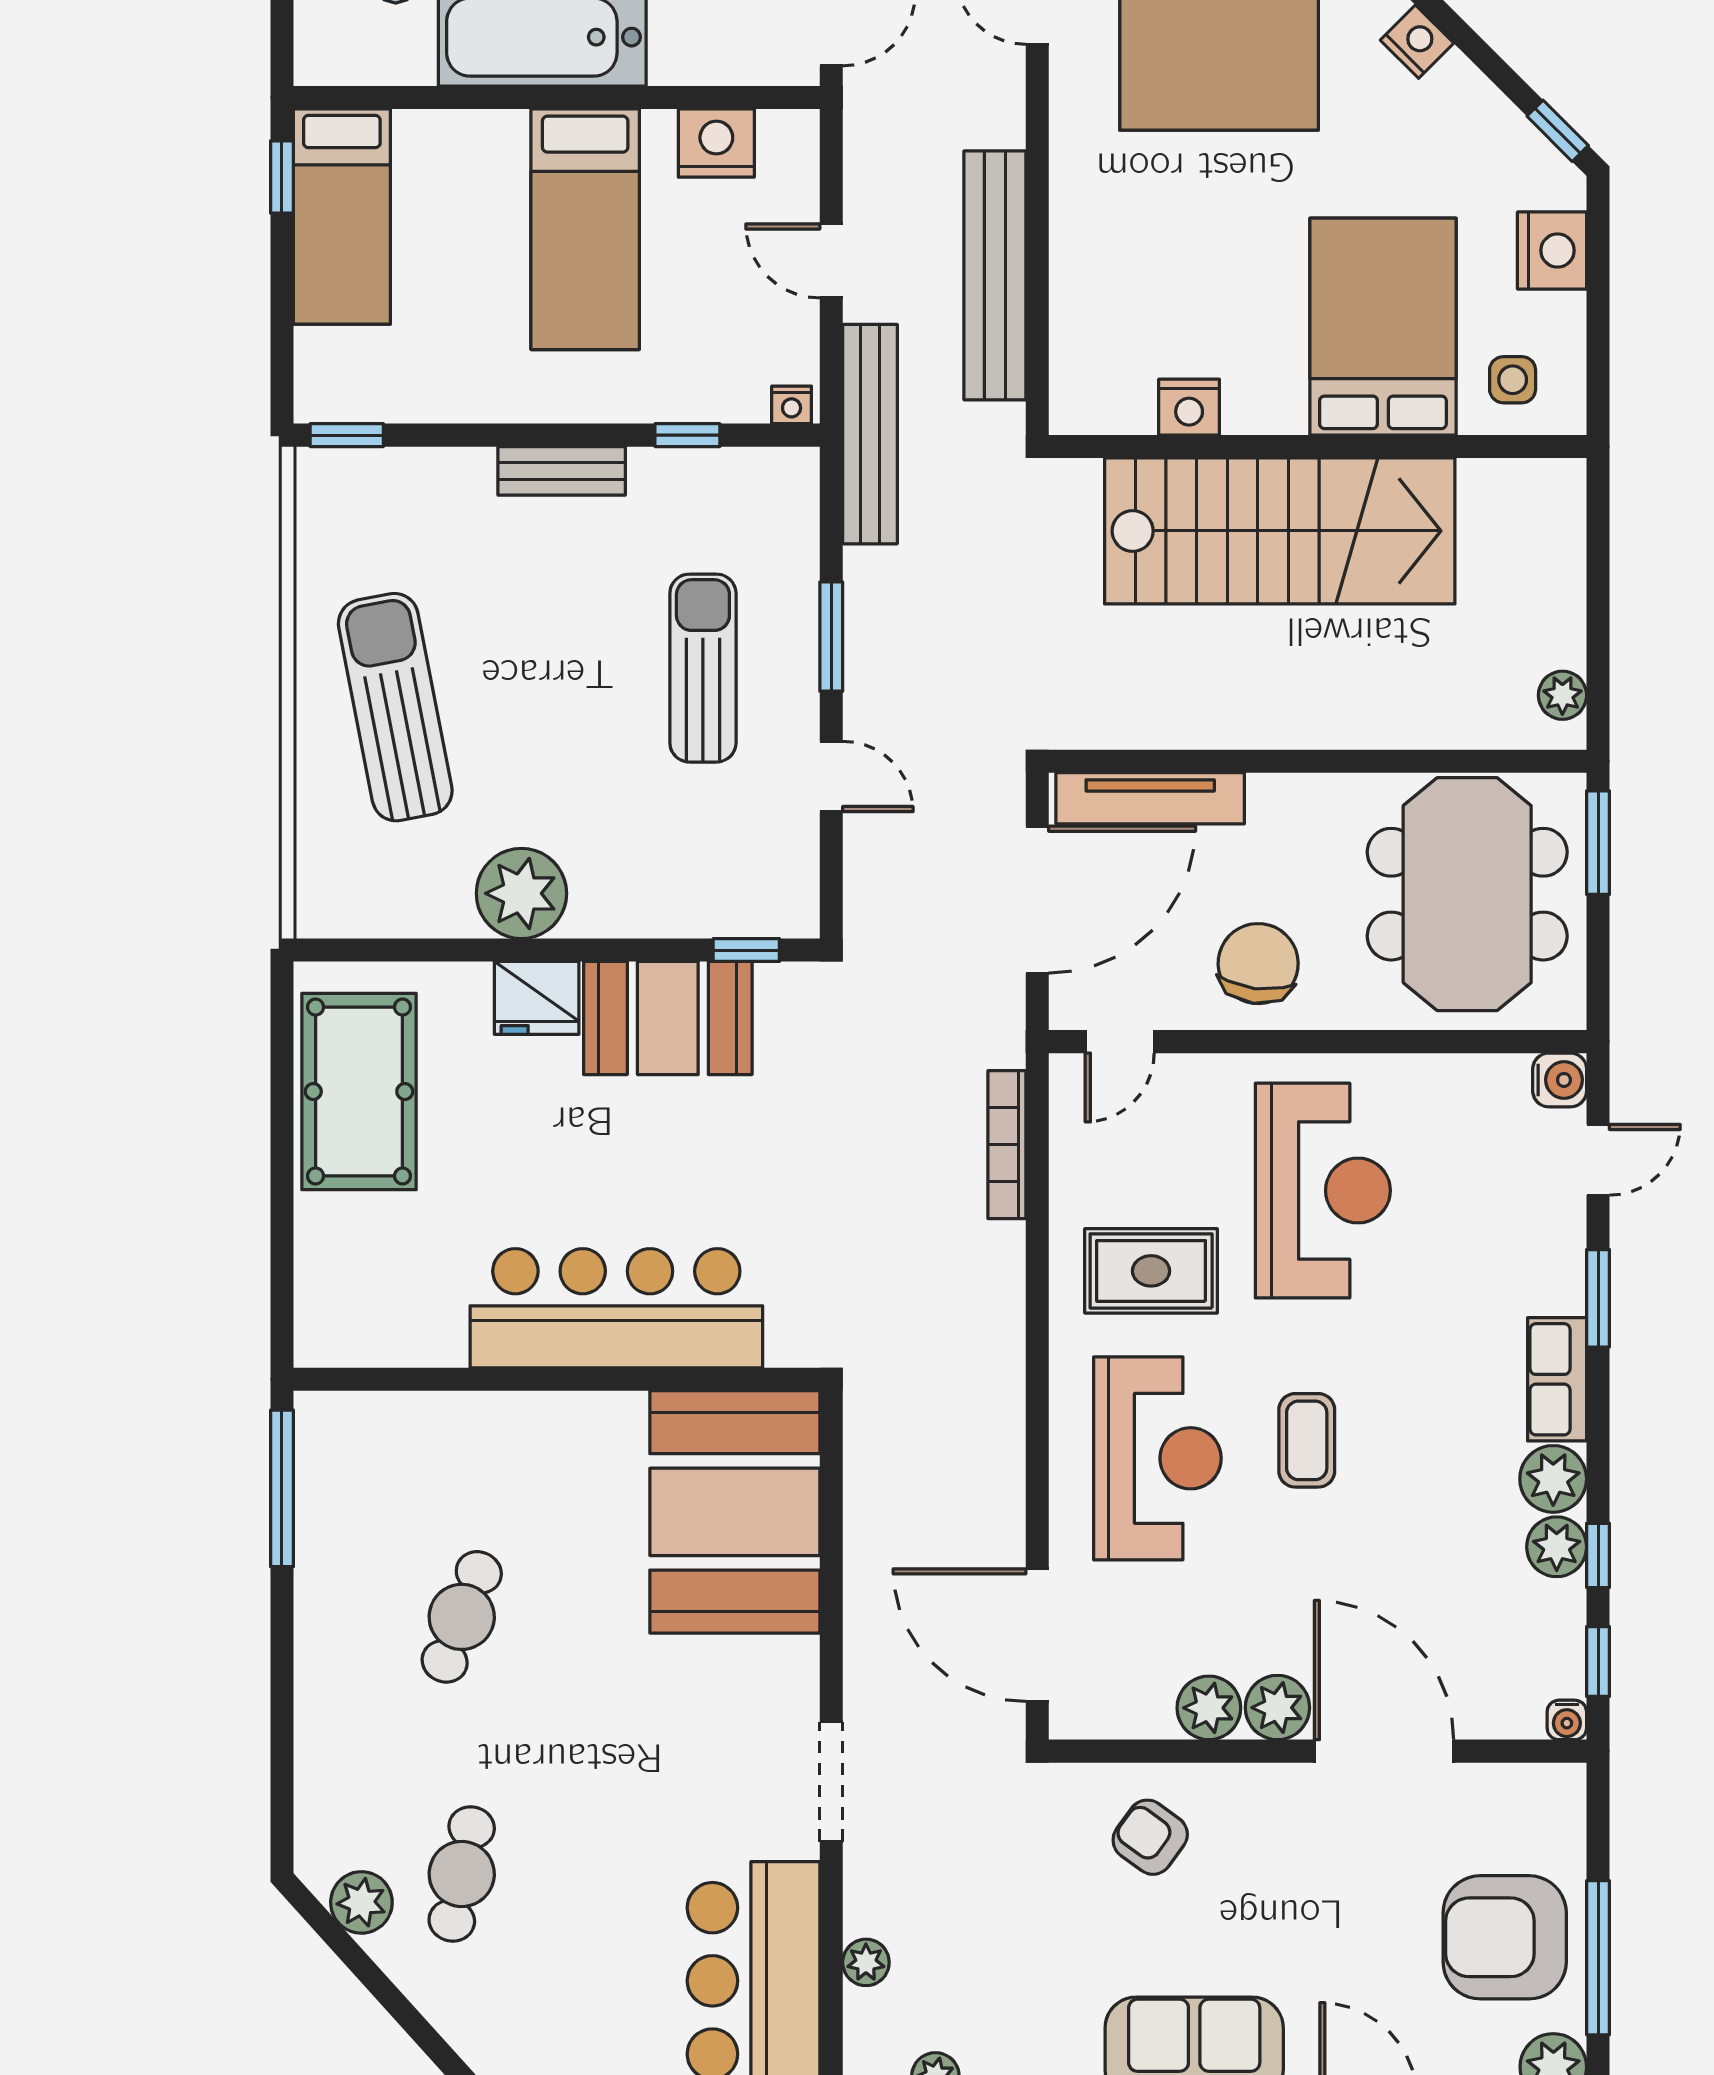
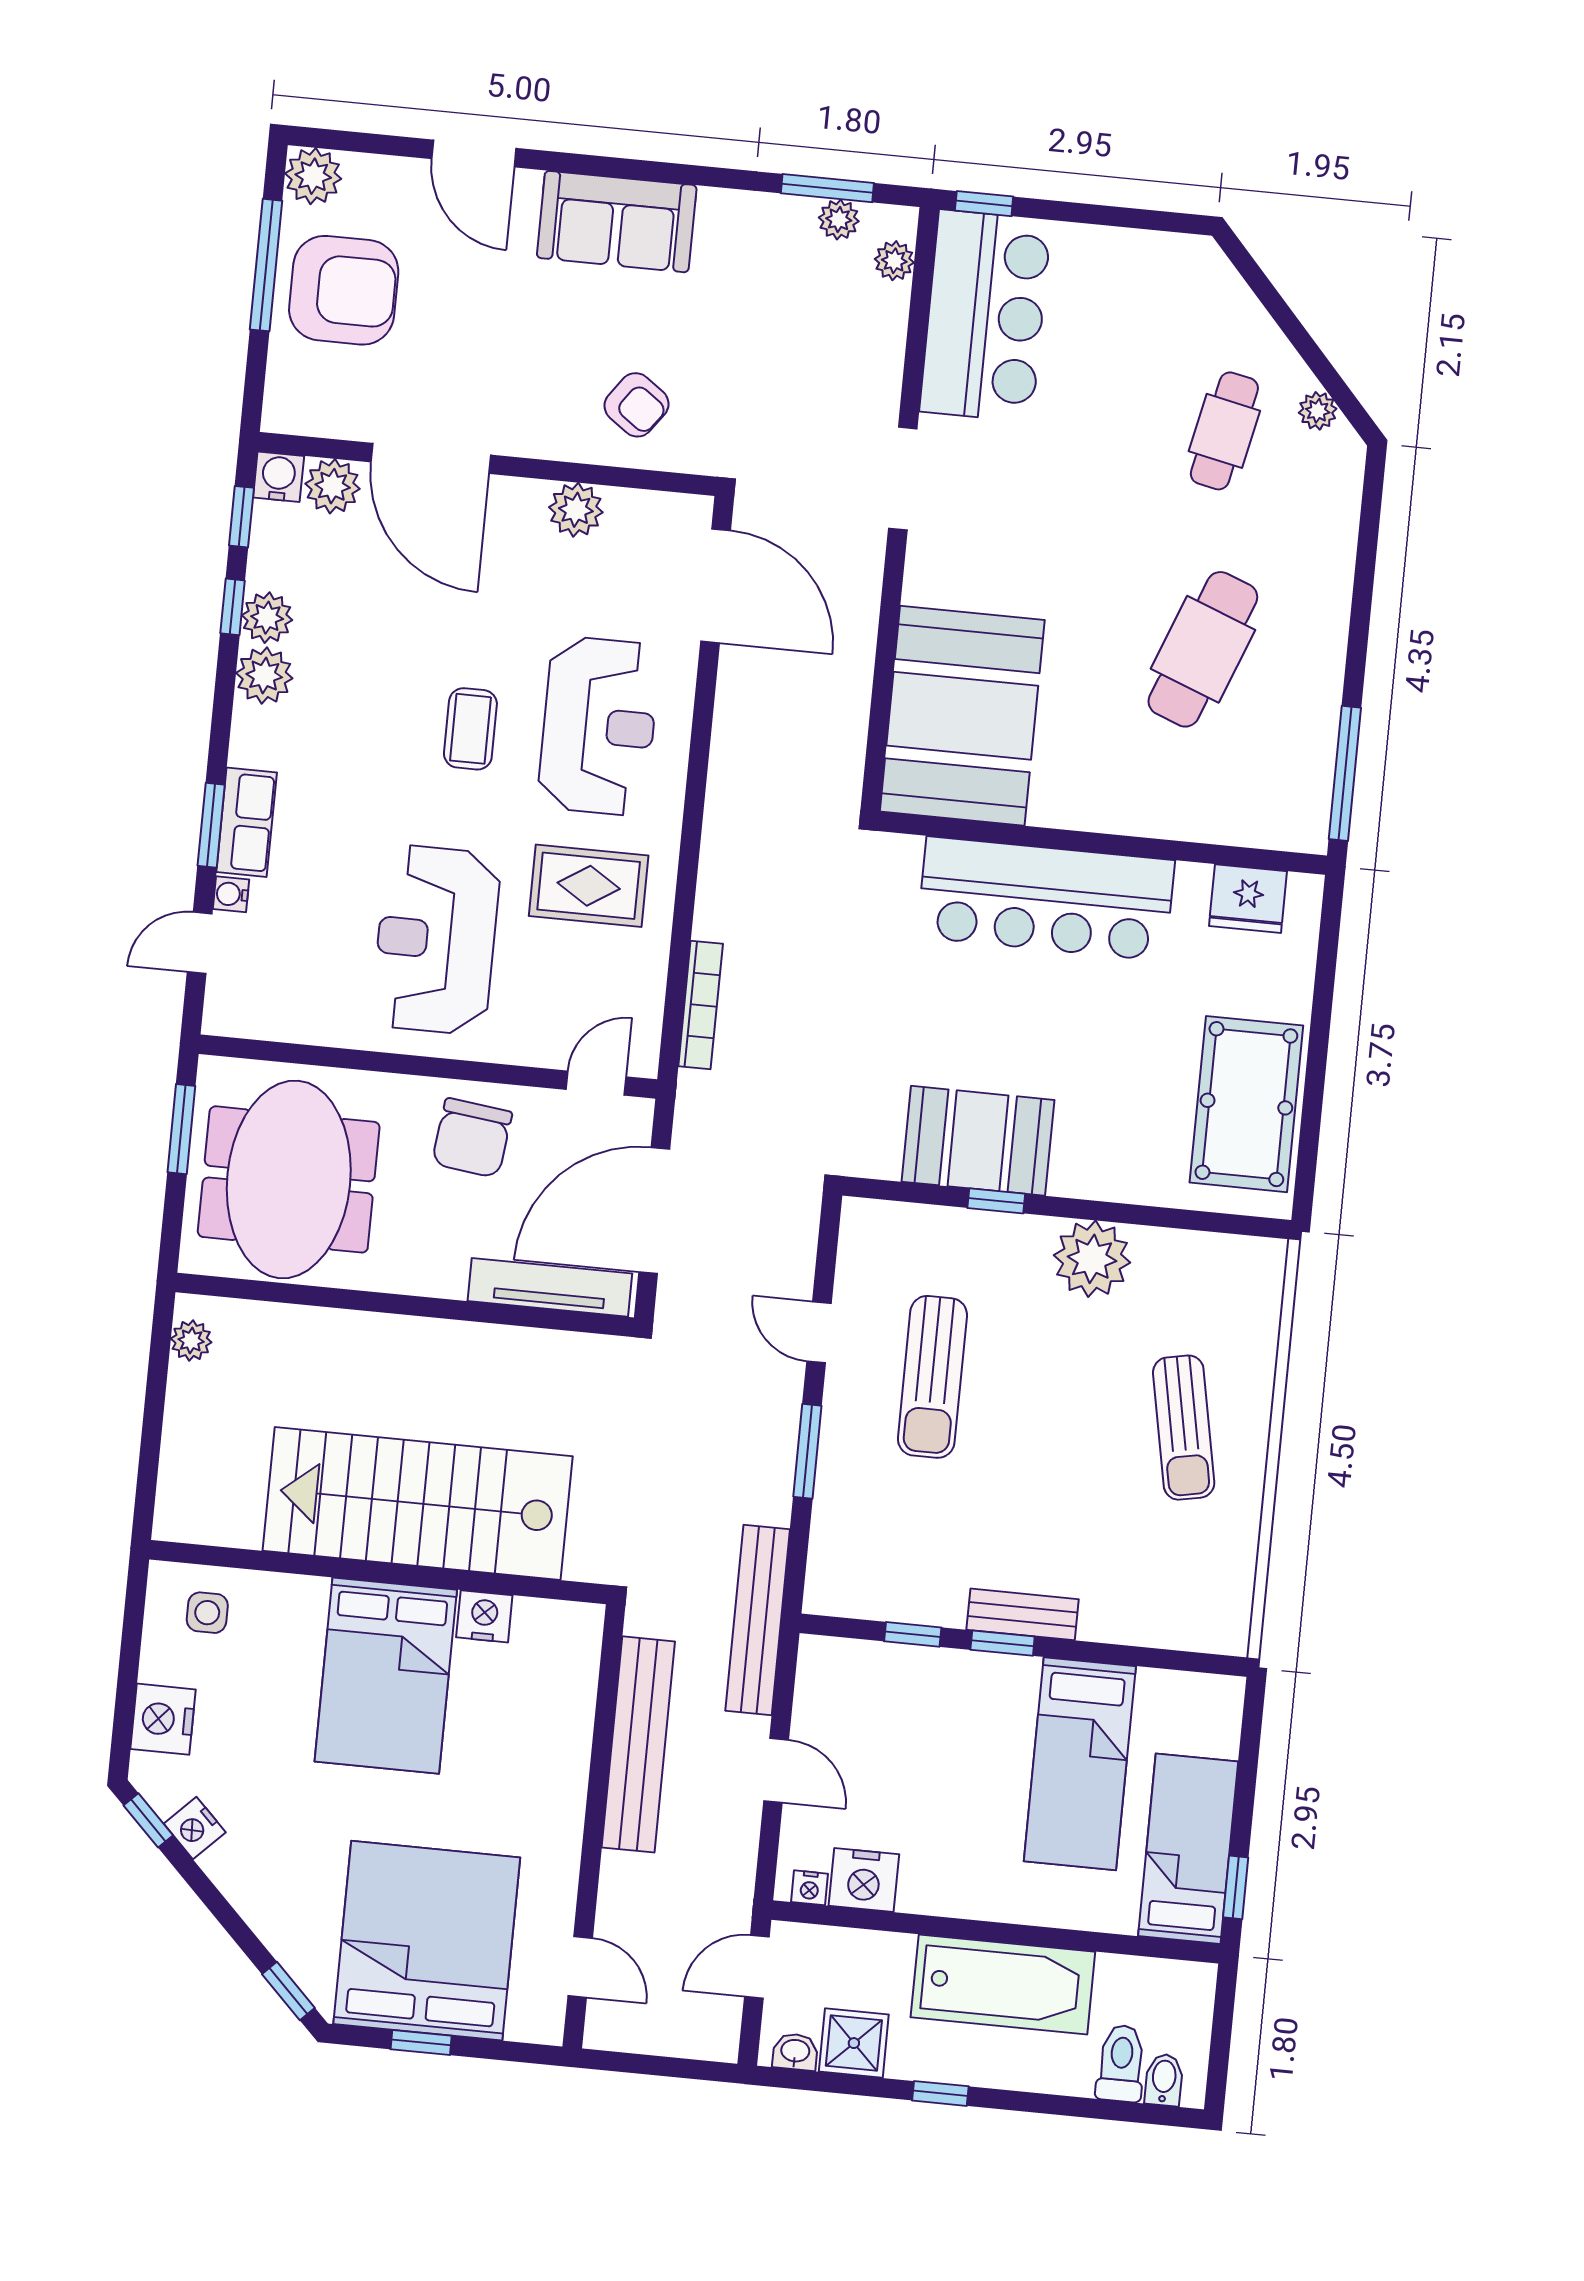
nightstand: (1417, 42) -> (195, 1828), moved
bed: (585, 229) -> (1080, 1764), moved, turned 180
bed: (1383, 327) -> (386, 1676), moved
nightstand: (792, 405) -> (810, 1888), moved, turned 180
window: (347, 435) -> (1003, 1643), moved
sun lounger: (703, 668) -> (932, 1377), moved
sun lounger: (395, 707) -> (1184, 1428), width x0.73, depth x0.75
window: (1598, 843) -> (181, 1129), moved
window: (746, 950) -> (996, 1201), moved
fridge: (537, 998) -> (1248, 899), moved, turned 180
water cooler: (1560, 1080) -> (231, 894), moved, width x0.72, depth x0.72
row of seats: (1557, 1379) -> (247, 822), moved
reception desk: (1157, 1458) -> (599, 726), turned 180
cafe table: (462, 1617) -> (1203, 649), width x1.37, depth x1.35
plant: (1277, 1708) -> (333, 486), moved
water cooler: (1567, 1720) -> (279, 477), width x1.38, depth x1.38
plant: (361, 1902) -> (1318, 411), width x0.73, depth x0.73
plant: (866, 1962) -> (894, 261), moved

